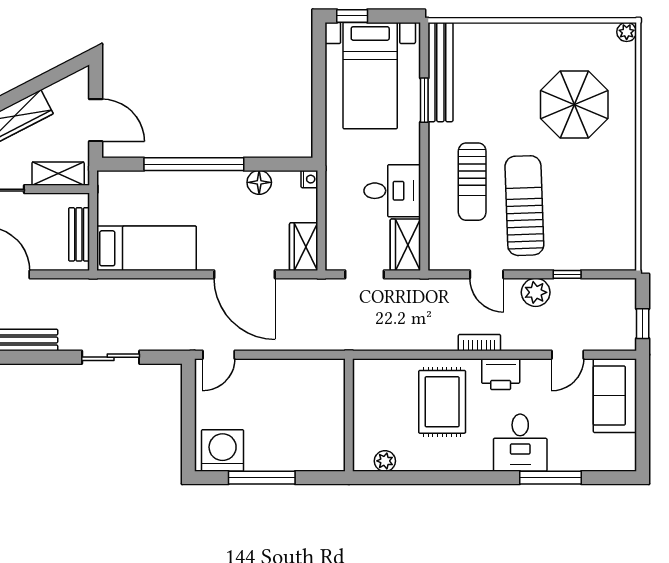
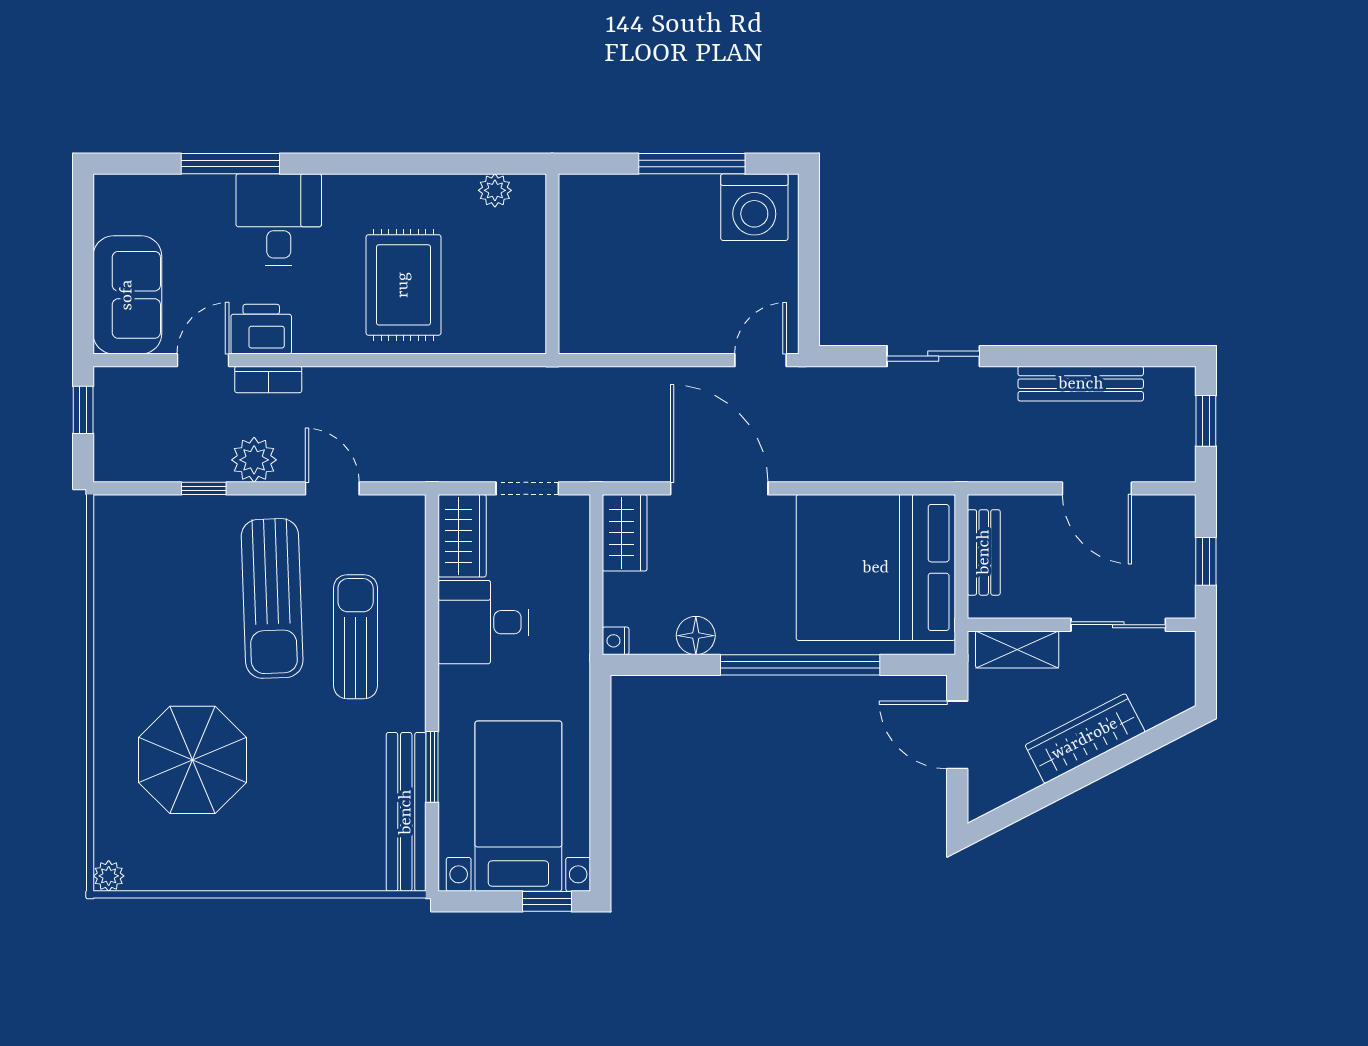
bed: (147, 248) -> (876, 568), width x2.04
bookcase: (479, 343) -> (268, 379), moved
printer: (501, 374) -> (261, 329), moved

